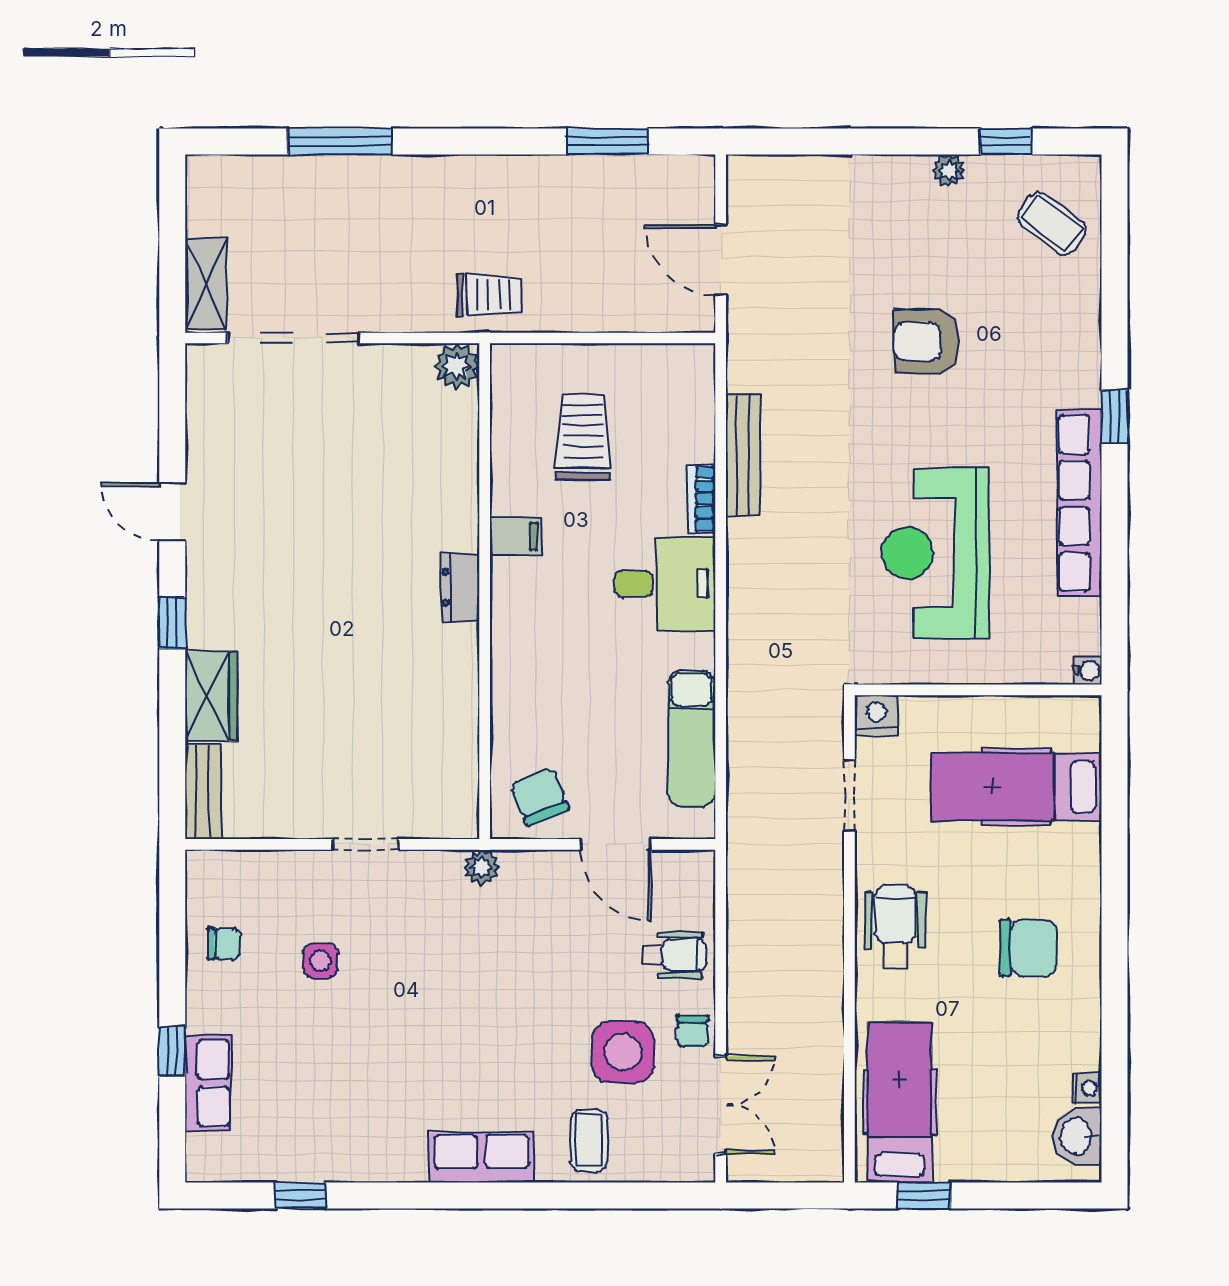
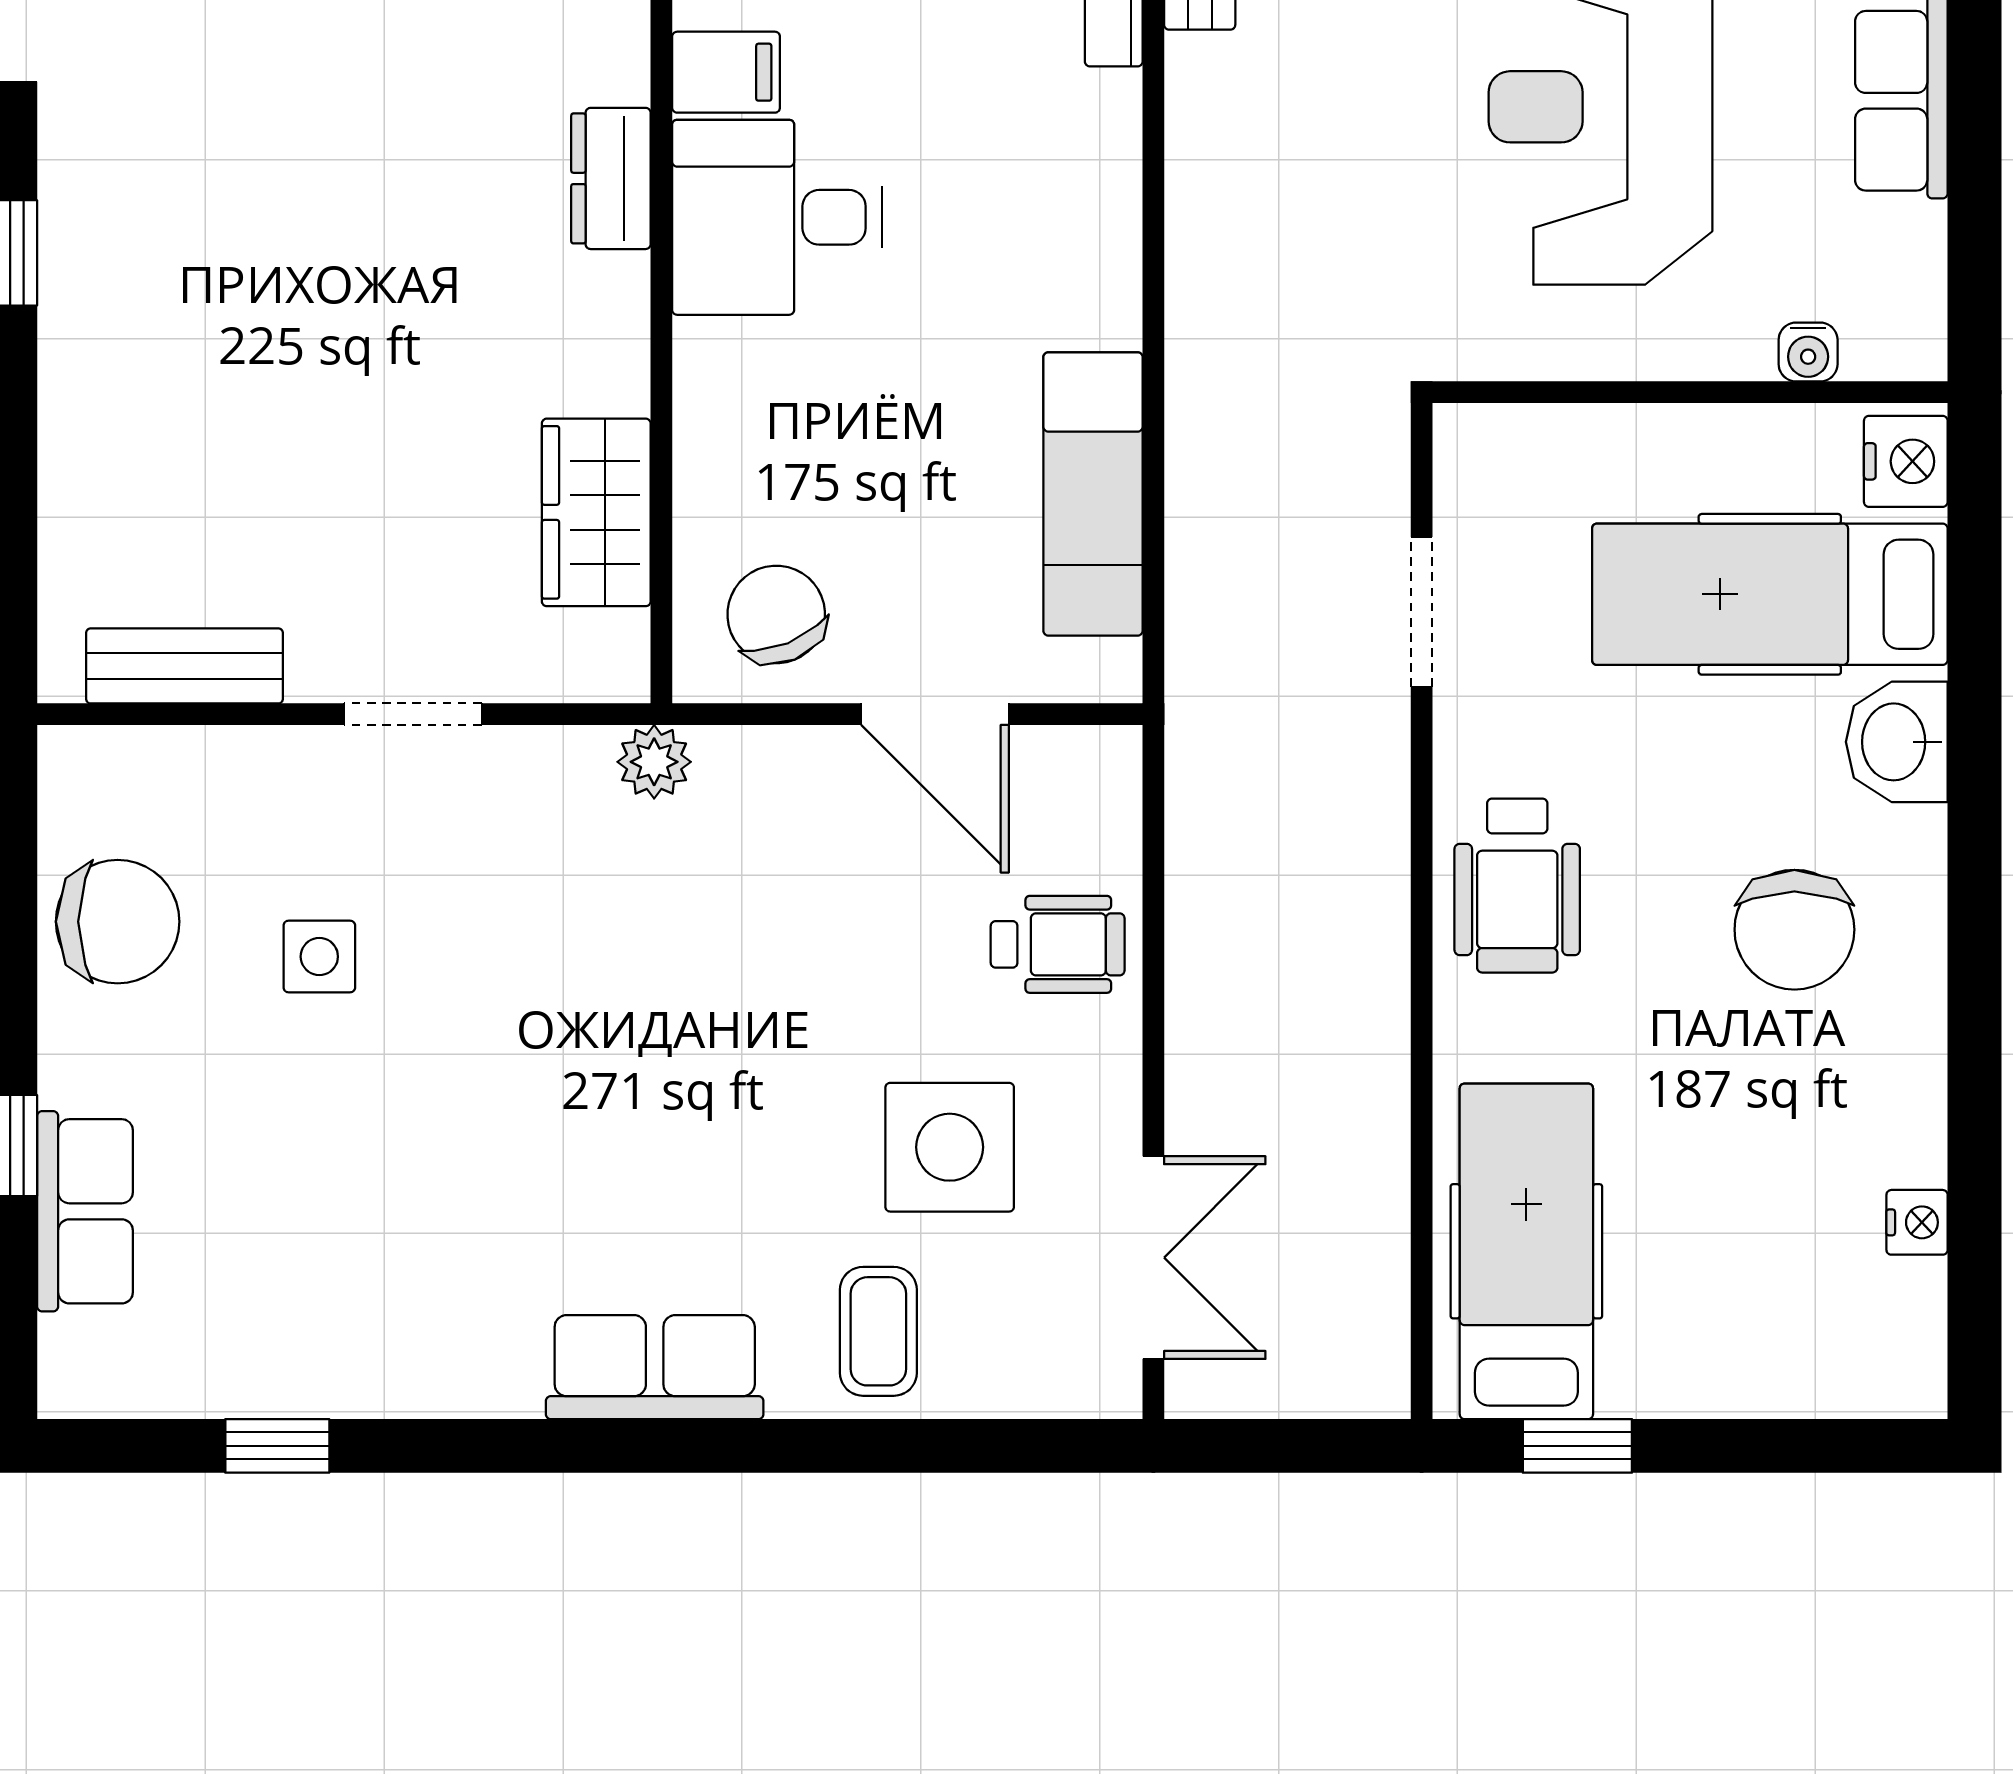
desk: (665, 584) -> (777, 217), moved, turned 180
water cooler: (1088, 671) -> (1808, 352), moved, turned 90
wardrobe: (211, 696) -> (596, 512), moved, turned 180
nightstand: (876, 715) -> (1906, 461), moved, turned 90
bench: (203, 792) -> (184, 666), moved, turned 90
wheelchair: (895, 927) -> (1517, 886), turned 180
chair: (224, 944) -> (118, 922), width x1.87, depth x1.87
chair: (1028, 948) -> (1794, 930), turned 90
chair: (693, 1031) -> (1095, 1103), removed
washbasin: (1077, 1136) -> (1897, 742), moved

